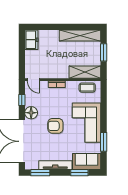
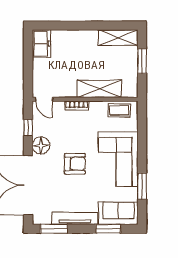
shelving: (80, 35) -> (118, 38), width x0.68
shelving: (85, 72) -> (99, 89), moved
armchair: (55, 126) -> (75, 164), turned 180

